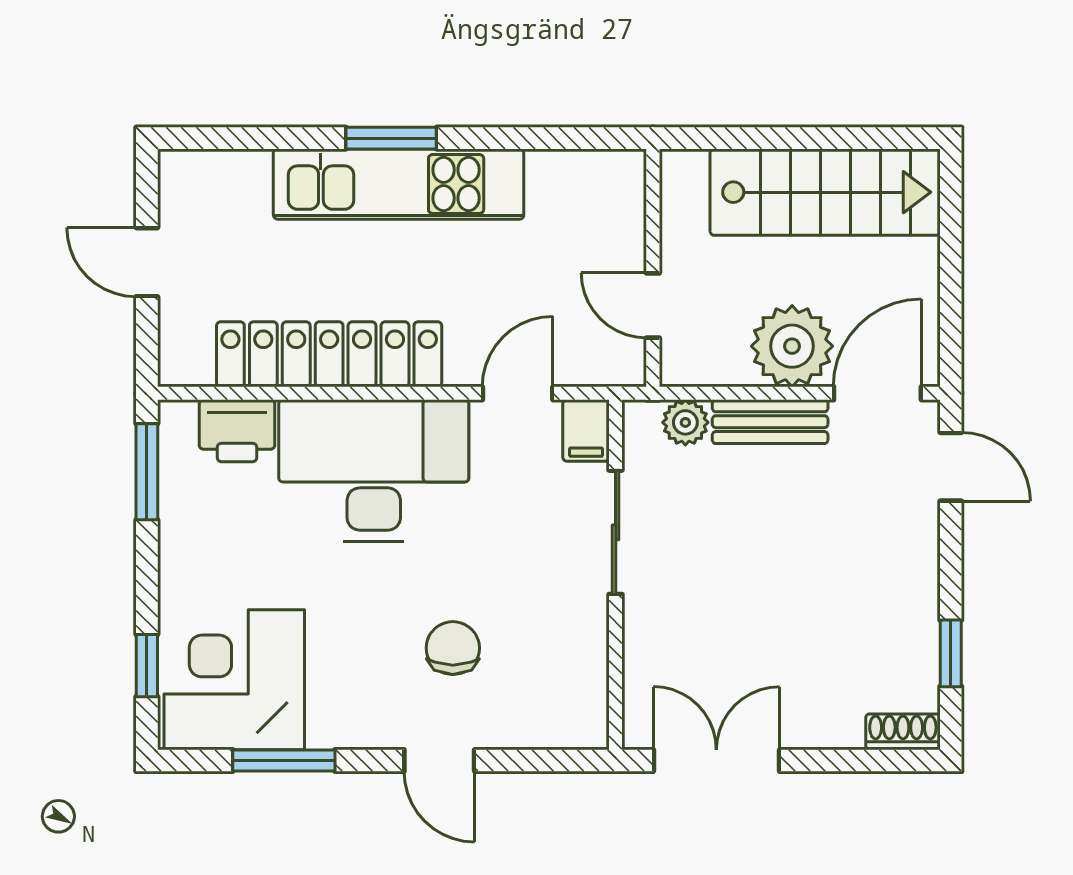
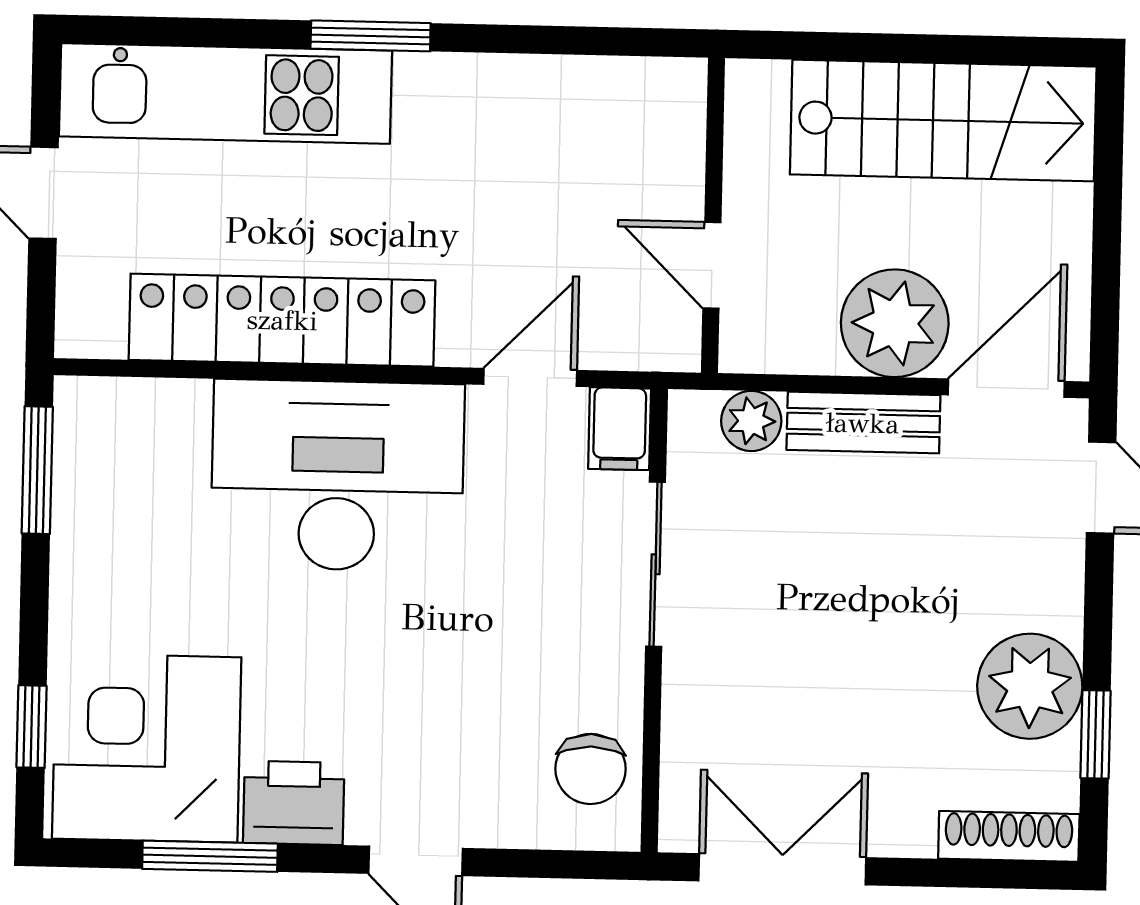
kitchen unit: (399, 184) -> (225, 93), moved
printer: (237, 431) -> (294, 803), moved, turned 180
plant: (900, 618) -> (1030, 686), added
chair: (453, 648) -> (591, 769), moved, turned 180
shoe rack: (903, 732) -> (1009, 836), width x1.43

